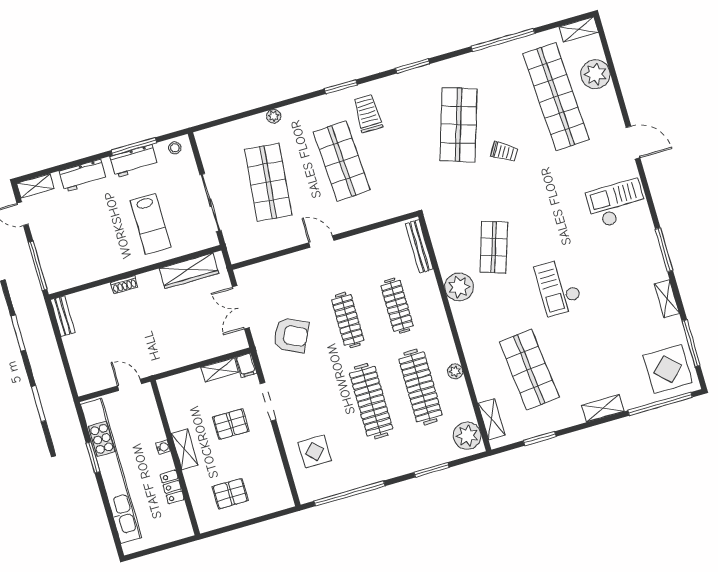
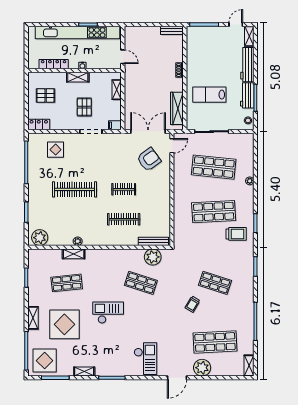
plant: (595, 74) -> (202, 368), moved
shop shelf: (556, 97) -> (215, 342), width x0.71
shop shelf: (458, 125) -> (215, 283), width x0.70, depth x0.74
workbench: (83, 176) -> (247, 65), width x1.38
door: (321, 242) -> (172, 146), moved
plant: (459, 287) -> (153, 257), moved
double door: (241, 307) -> (148, 132), width x1.37
clothes rail: (348, 320) -> (124, 189), width x0.73
armchair: (291, 335) -> (149, 159), moved, turned -152
display table: (599, 353) -> (64, 324), added
shelving: (220, 370) -> (117, 90), moved
shop shelf: (529, 370) -> (67, 283), width x0.70, depth x0.74
door: (130, 385) -> (123, 57), hinge flipped
clothes rail: (420, 387) -> (75, 219), removed
shelving: (491, 419) -> (74, 254), moved
locker: (172, 487) -> (54, 64), width x1.53
locker: (281, 491) -> (39, 125), added
pallet: (230, 494) -> (46, 96), turned 90

